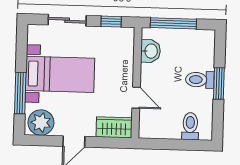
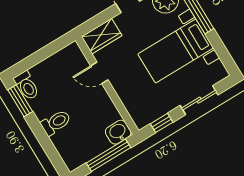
washbasin: (151, 51) -> (118, 132), moved, turned 90
window: (219, 83) -> (20, 101), moved
toilet: (190, 126) -> (27, 86), moved

